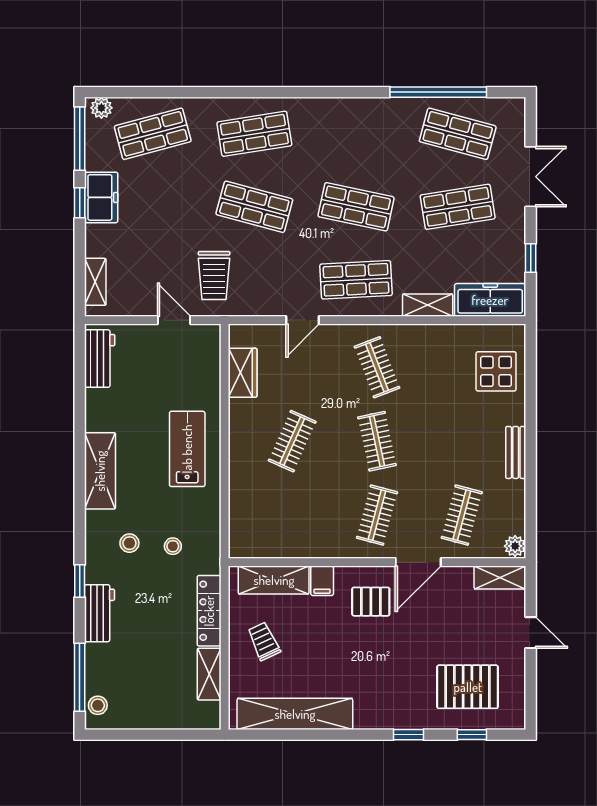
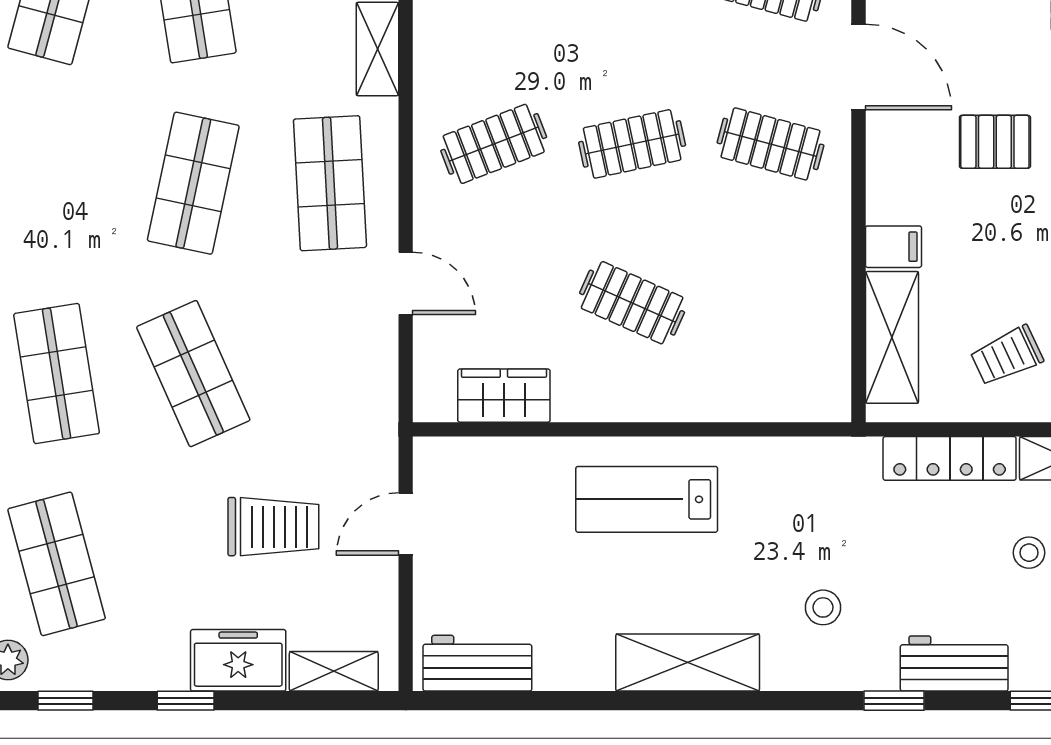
window: (80, 139) -> (65, 701), width x0.46
freezer: (101, 197) -> (238, 660), moved
shop shelf: (254, 207) -> (193, 374), turned -39
trolley: (214, 276) -> (273, 527), moved
stool: (173, 546) -> (1029, 553), moved
pallet: (371, 602) -> (995, 142), moved, turned 90

